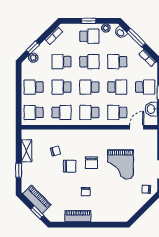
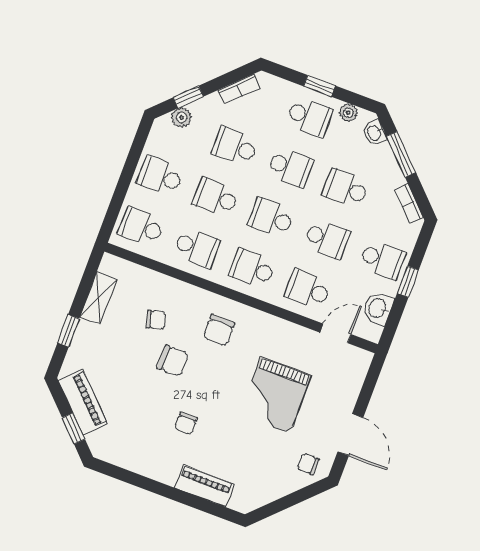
chair: (91, 163) -> (219, 330), moved
piano: (78, 216) -> (204, 486), moved

